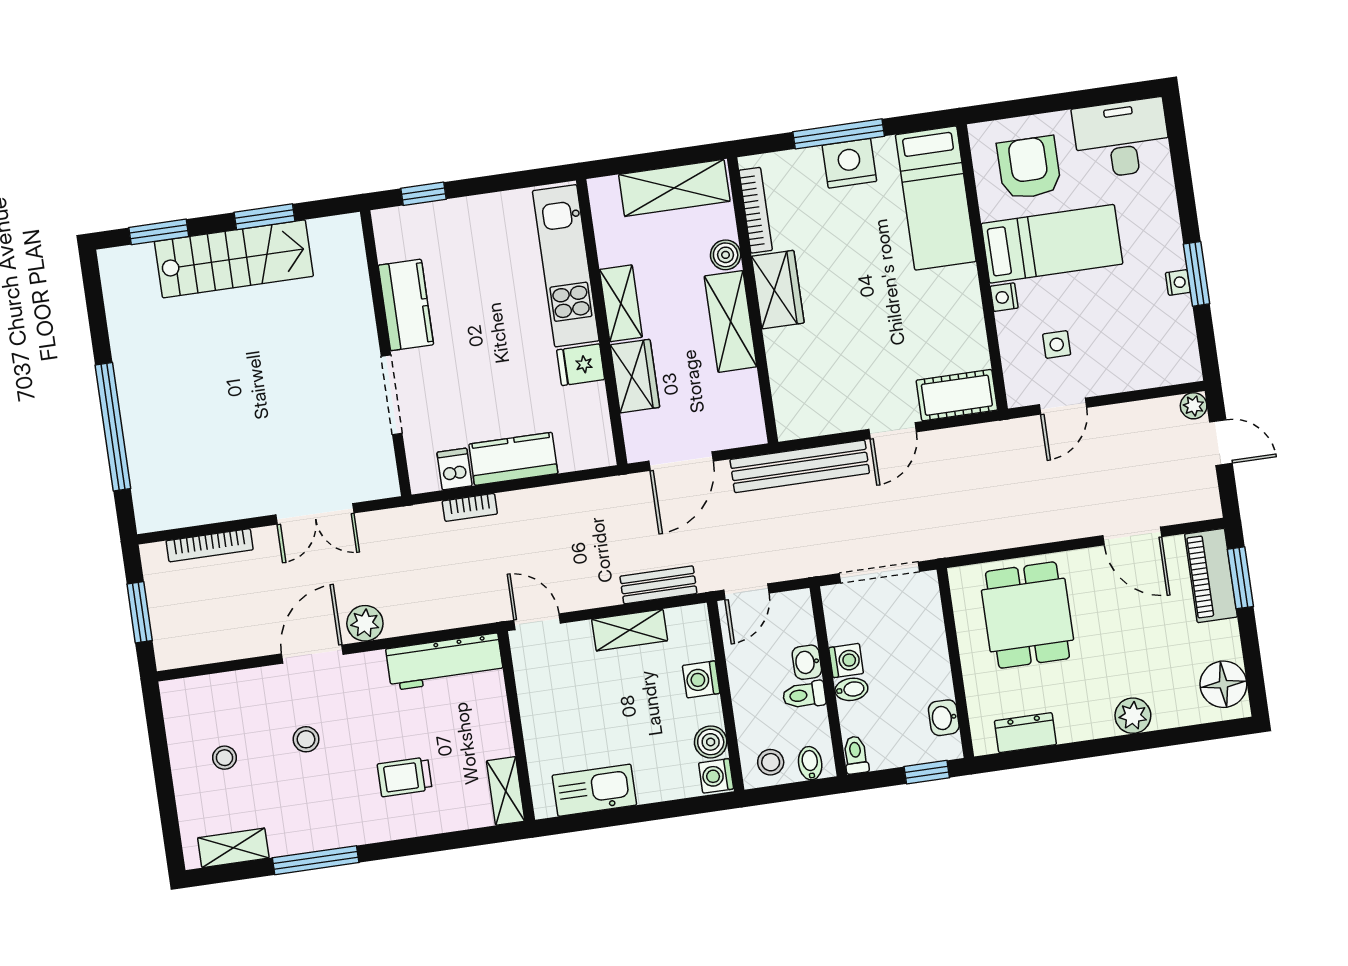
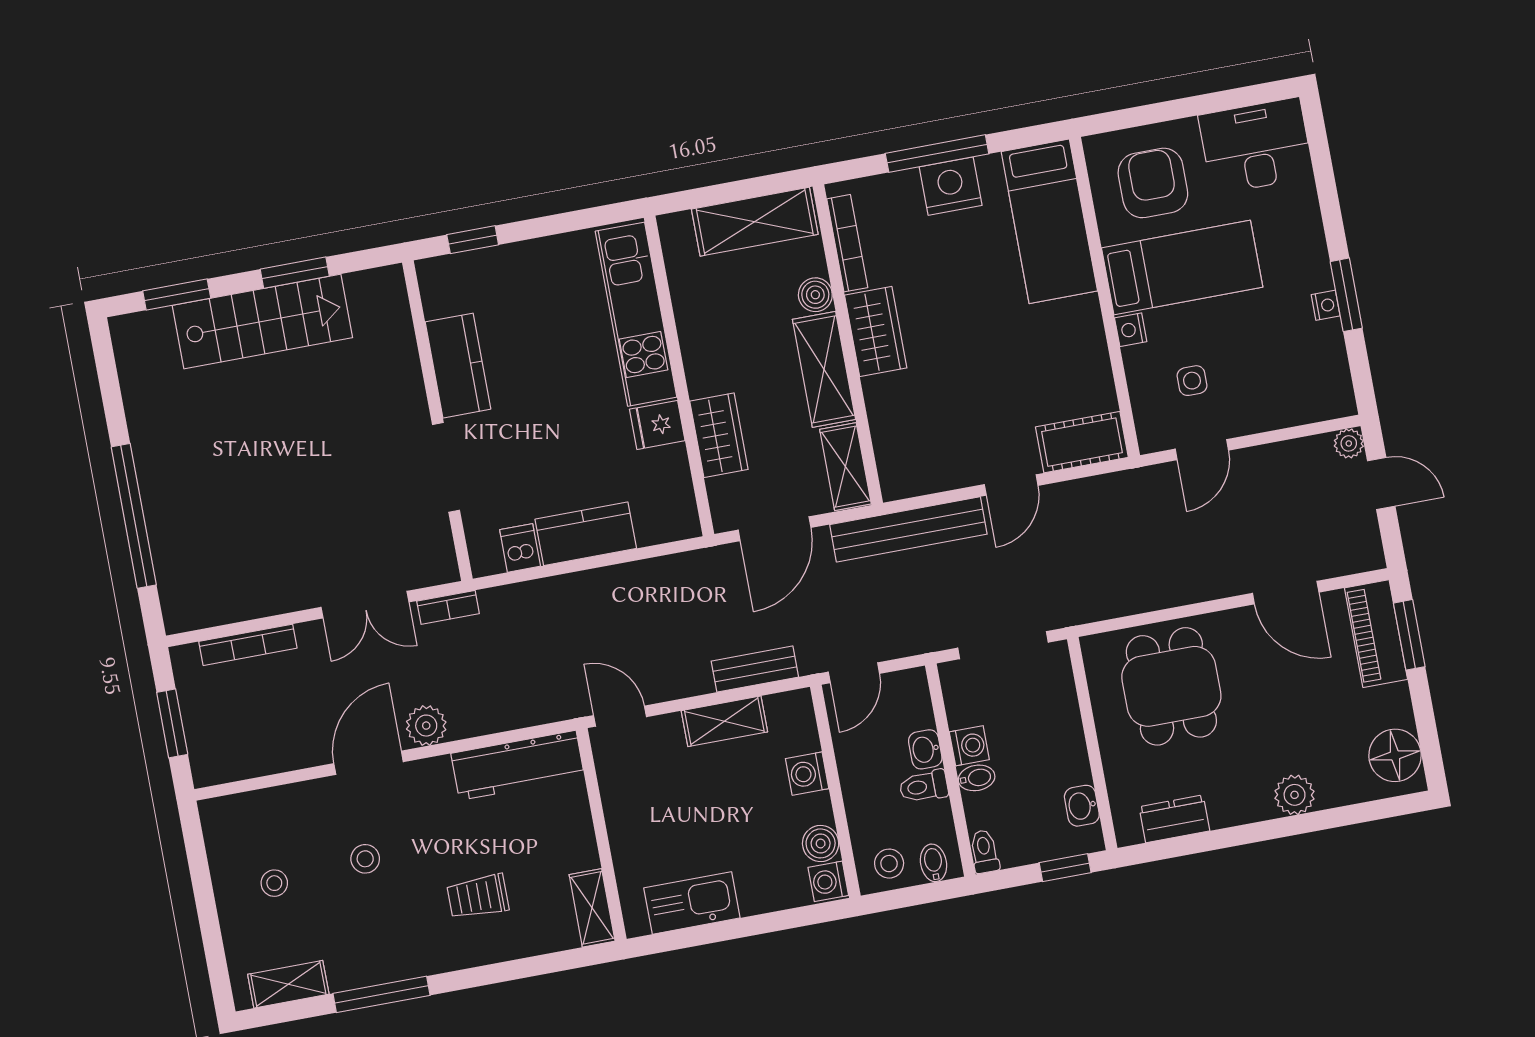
shelving: (621, 303) -> (845, 467), moved
bookcase: (470, 507) -> (448, 607), moved

